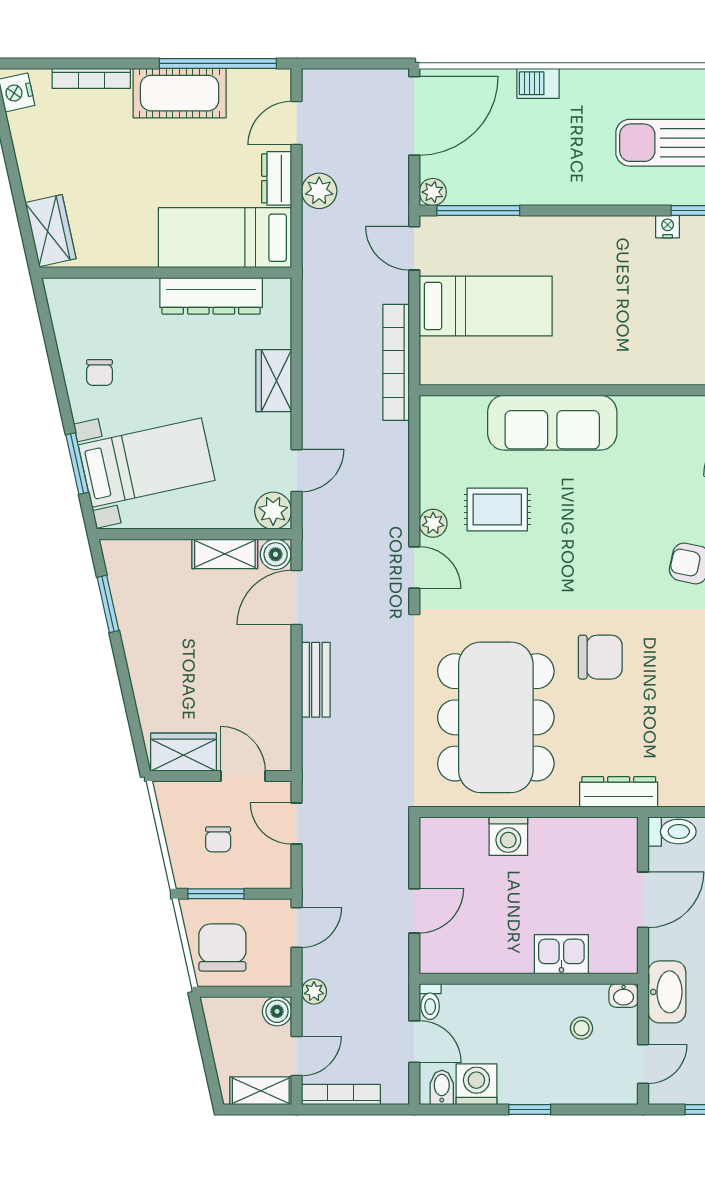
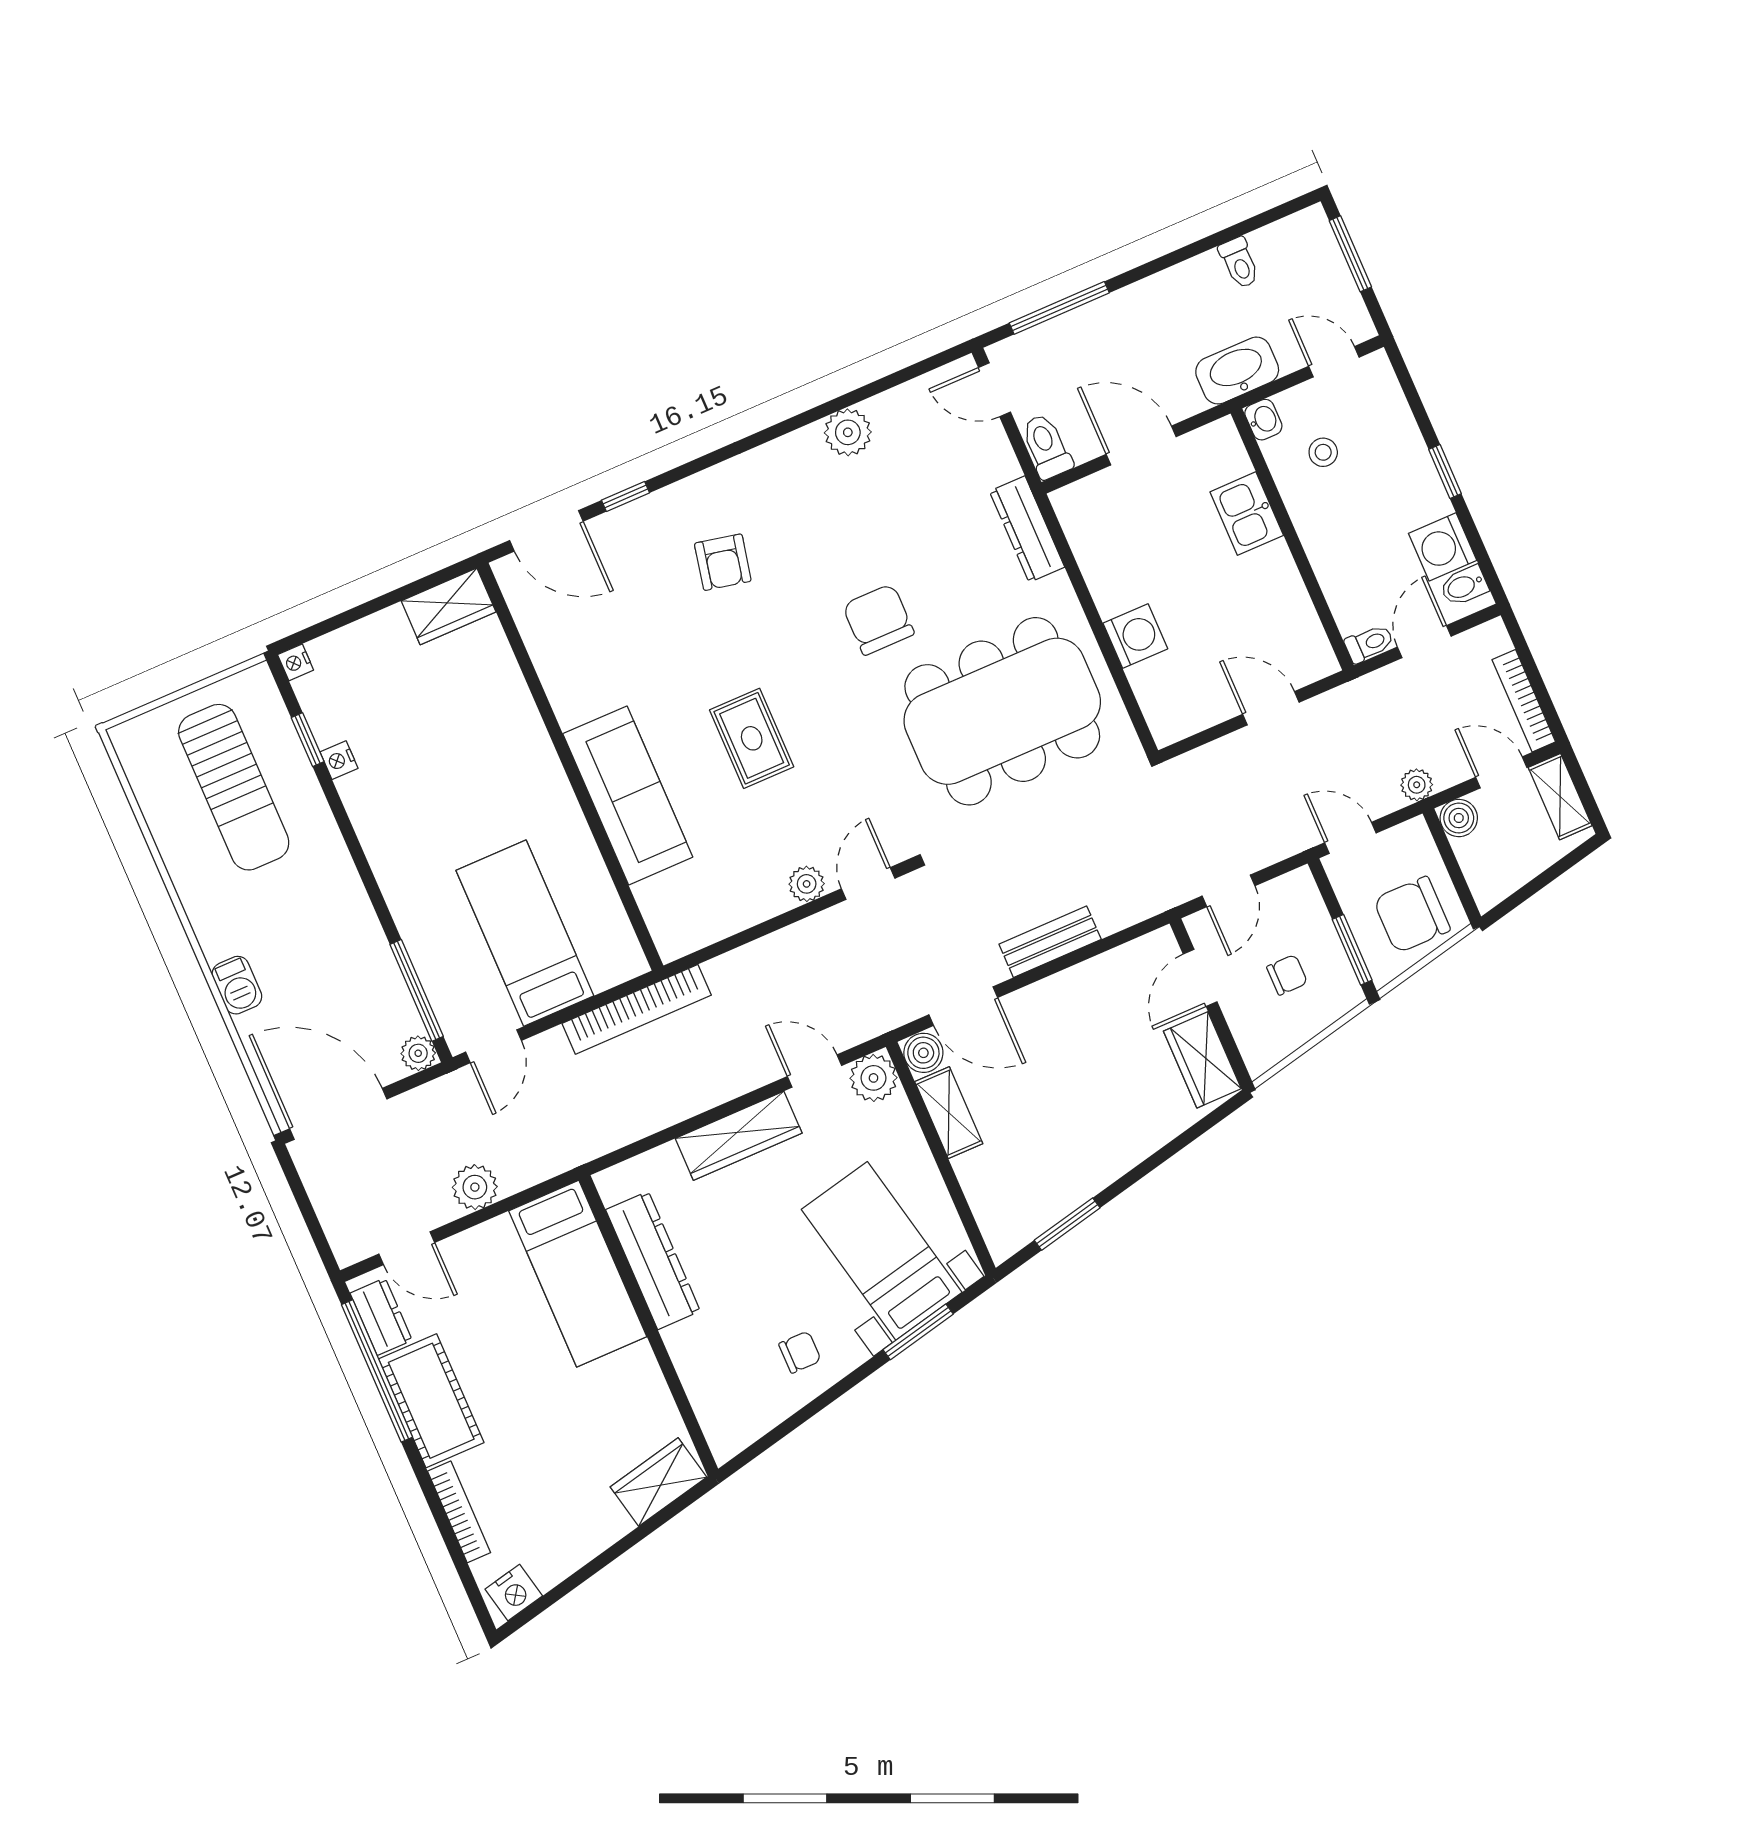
dresser: (277, 178) -> (381, 1317), moved, turned -90
wardrobe: (274, 381) -> (739, 1136), width x1.50
rug: (497, 510) -> (752, 738), moved

